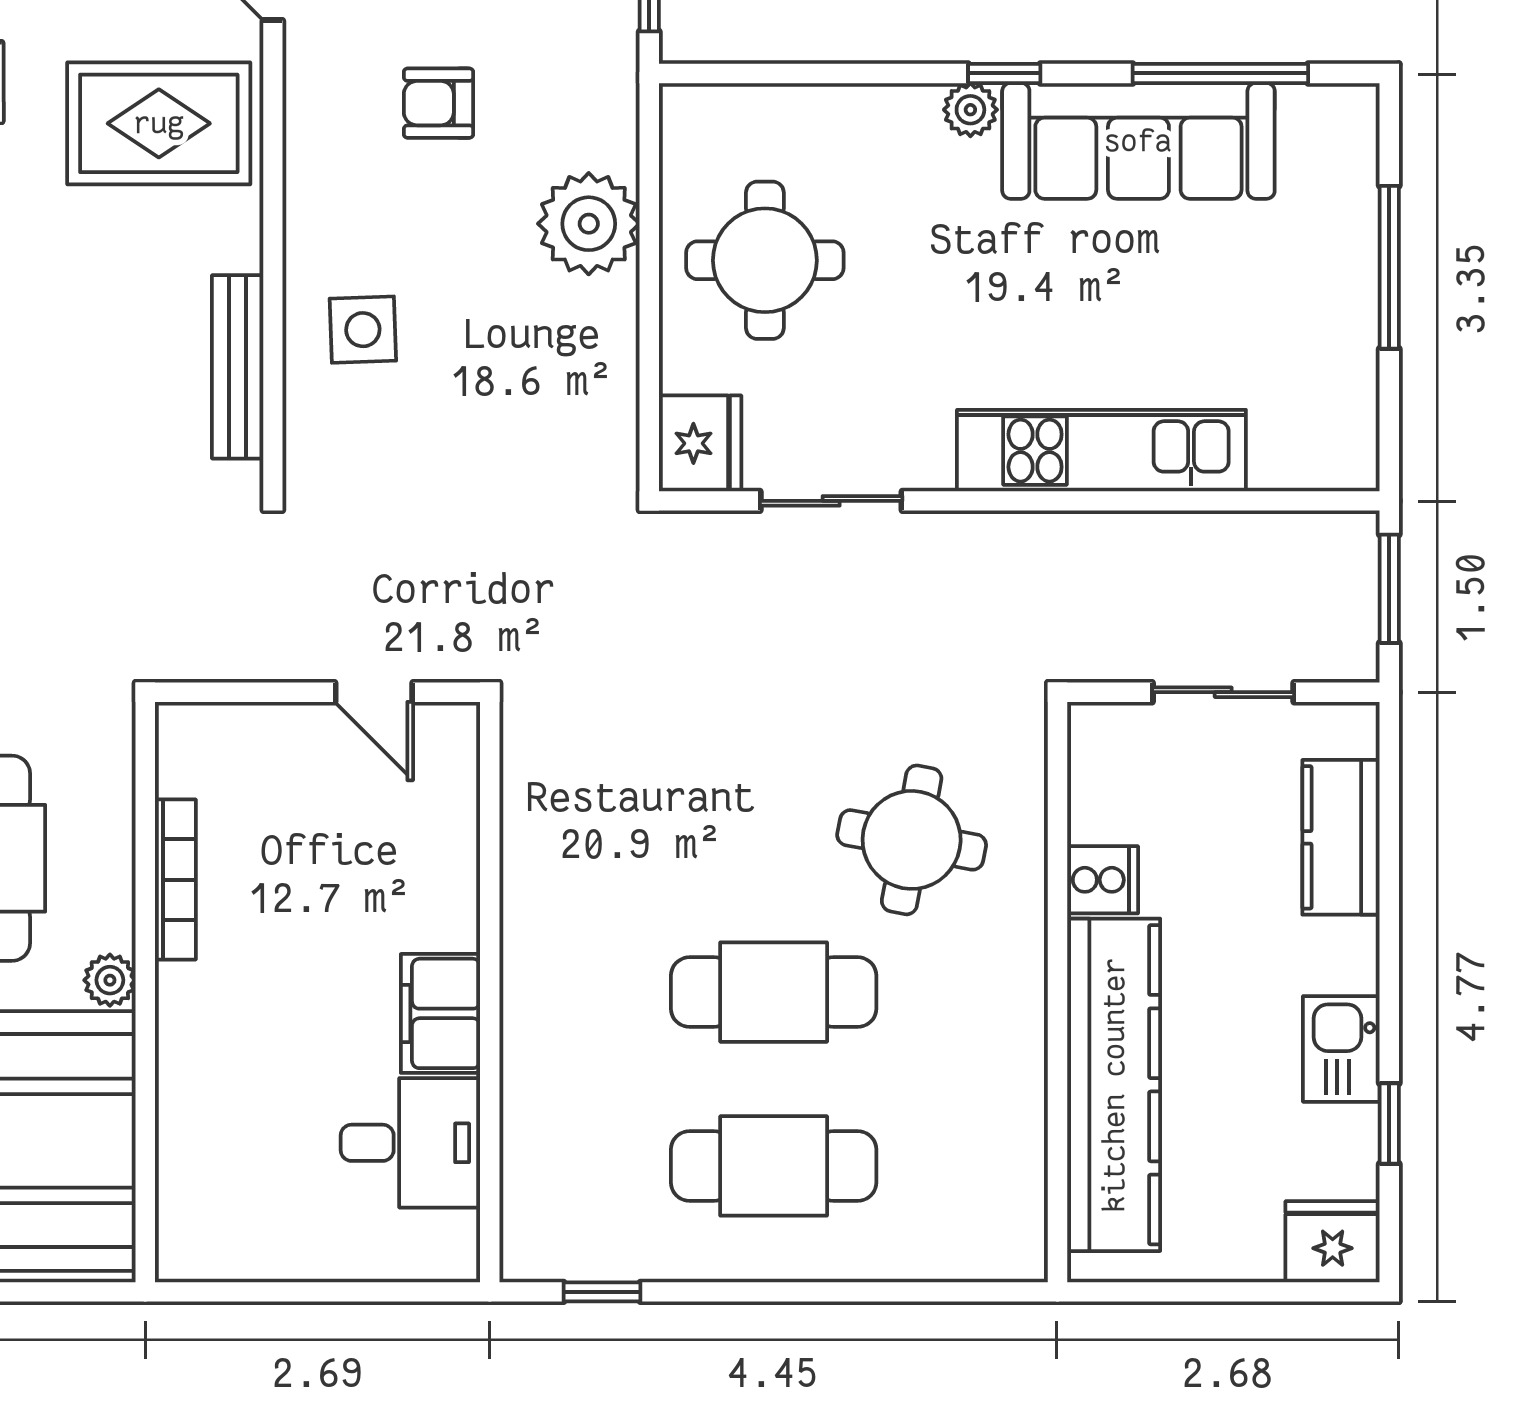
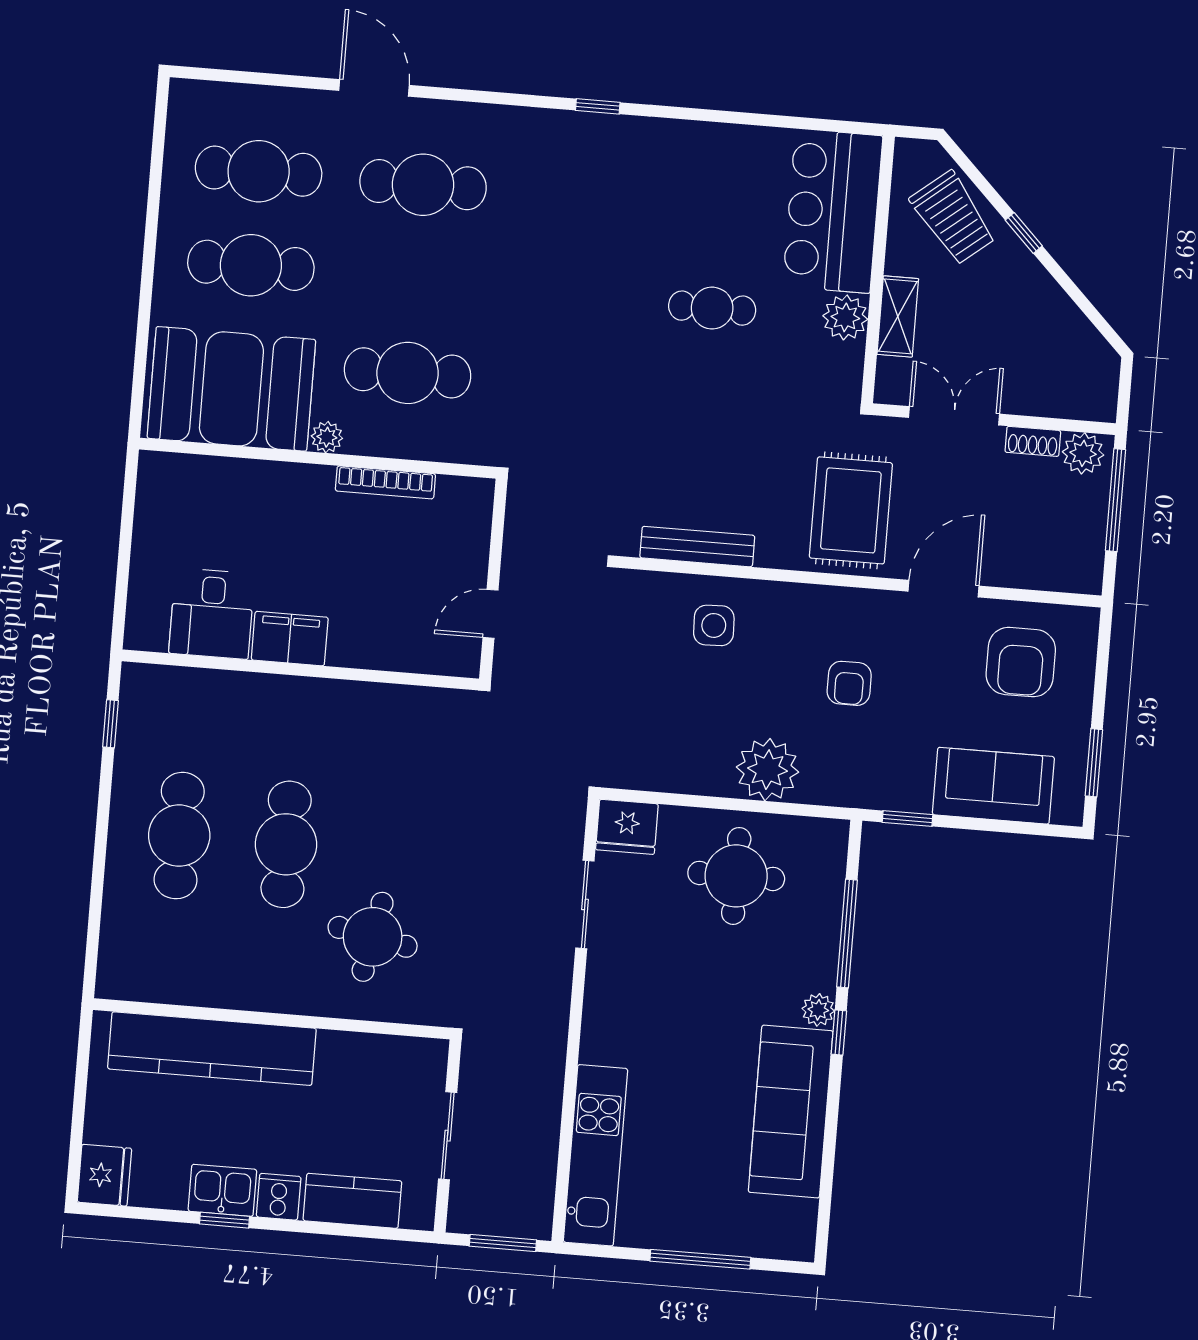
window: (1220, 73) -> (847, 933), moved
armchair: (439, 103) -> (849, 683), turned 180
kitchen unit: (1101, 451) -> (595, 1155), moved
cooker: (1103, 880) -> (279, 1197), moved, turned 180
window: (1389, 1124) -> (225, 1220), moved

